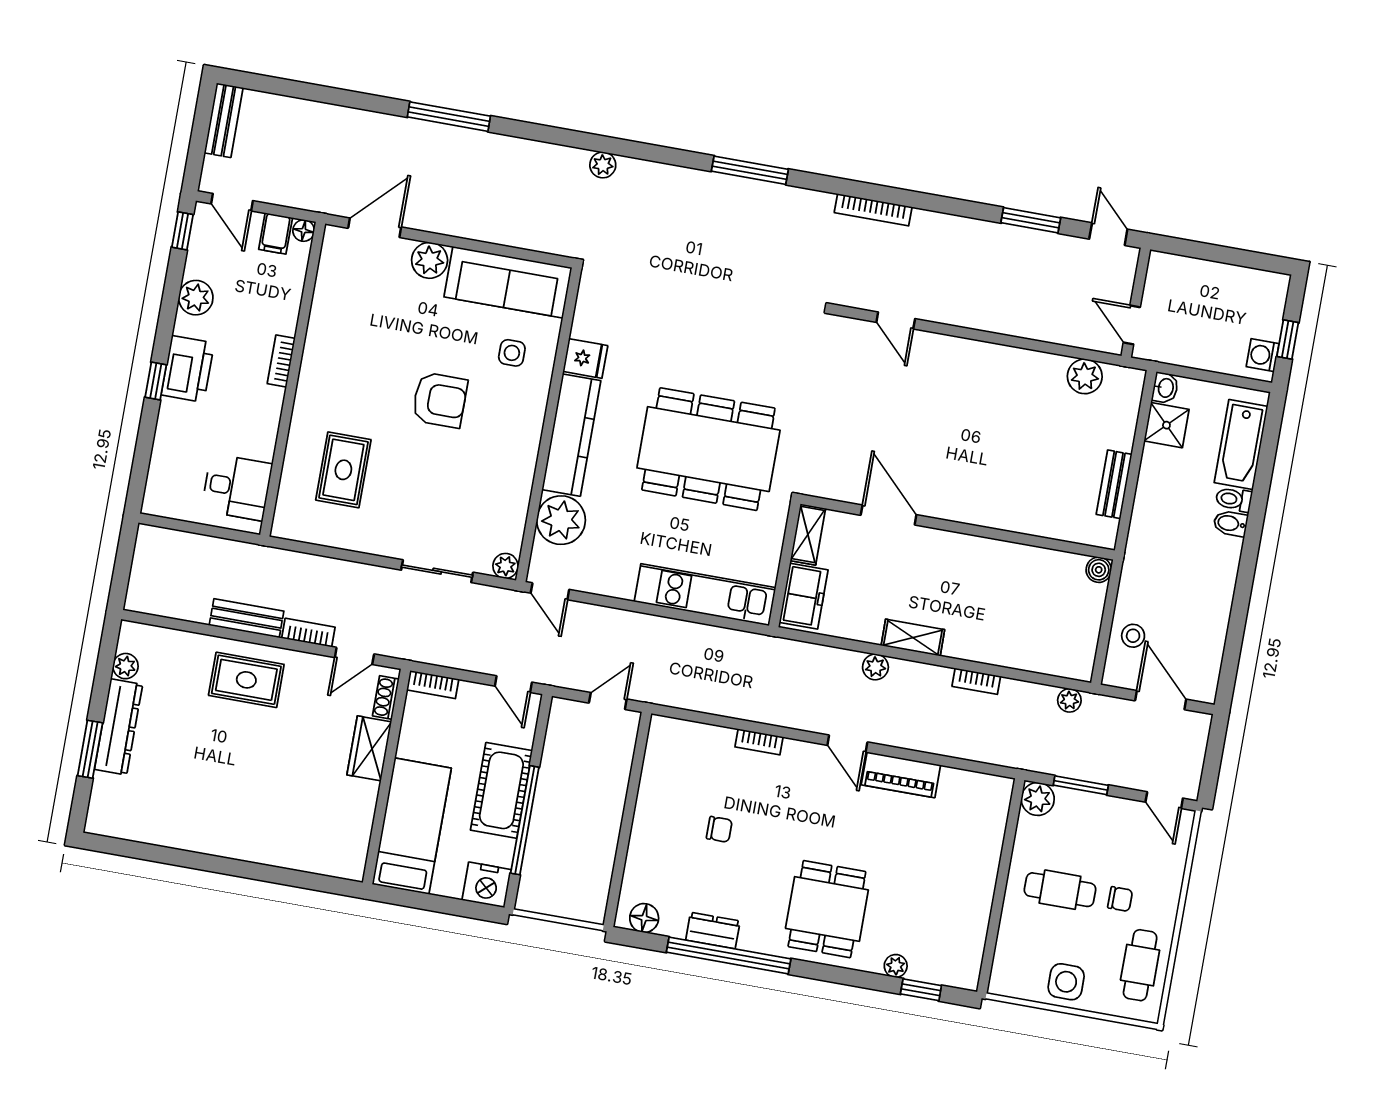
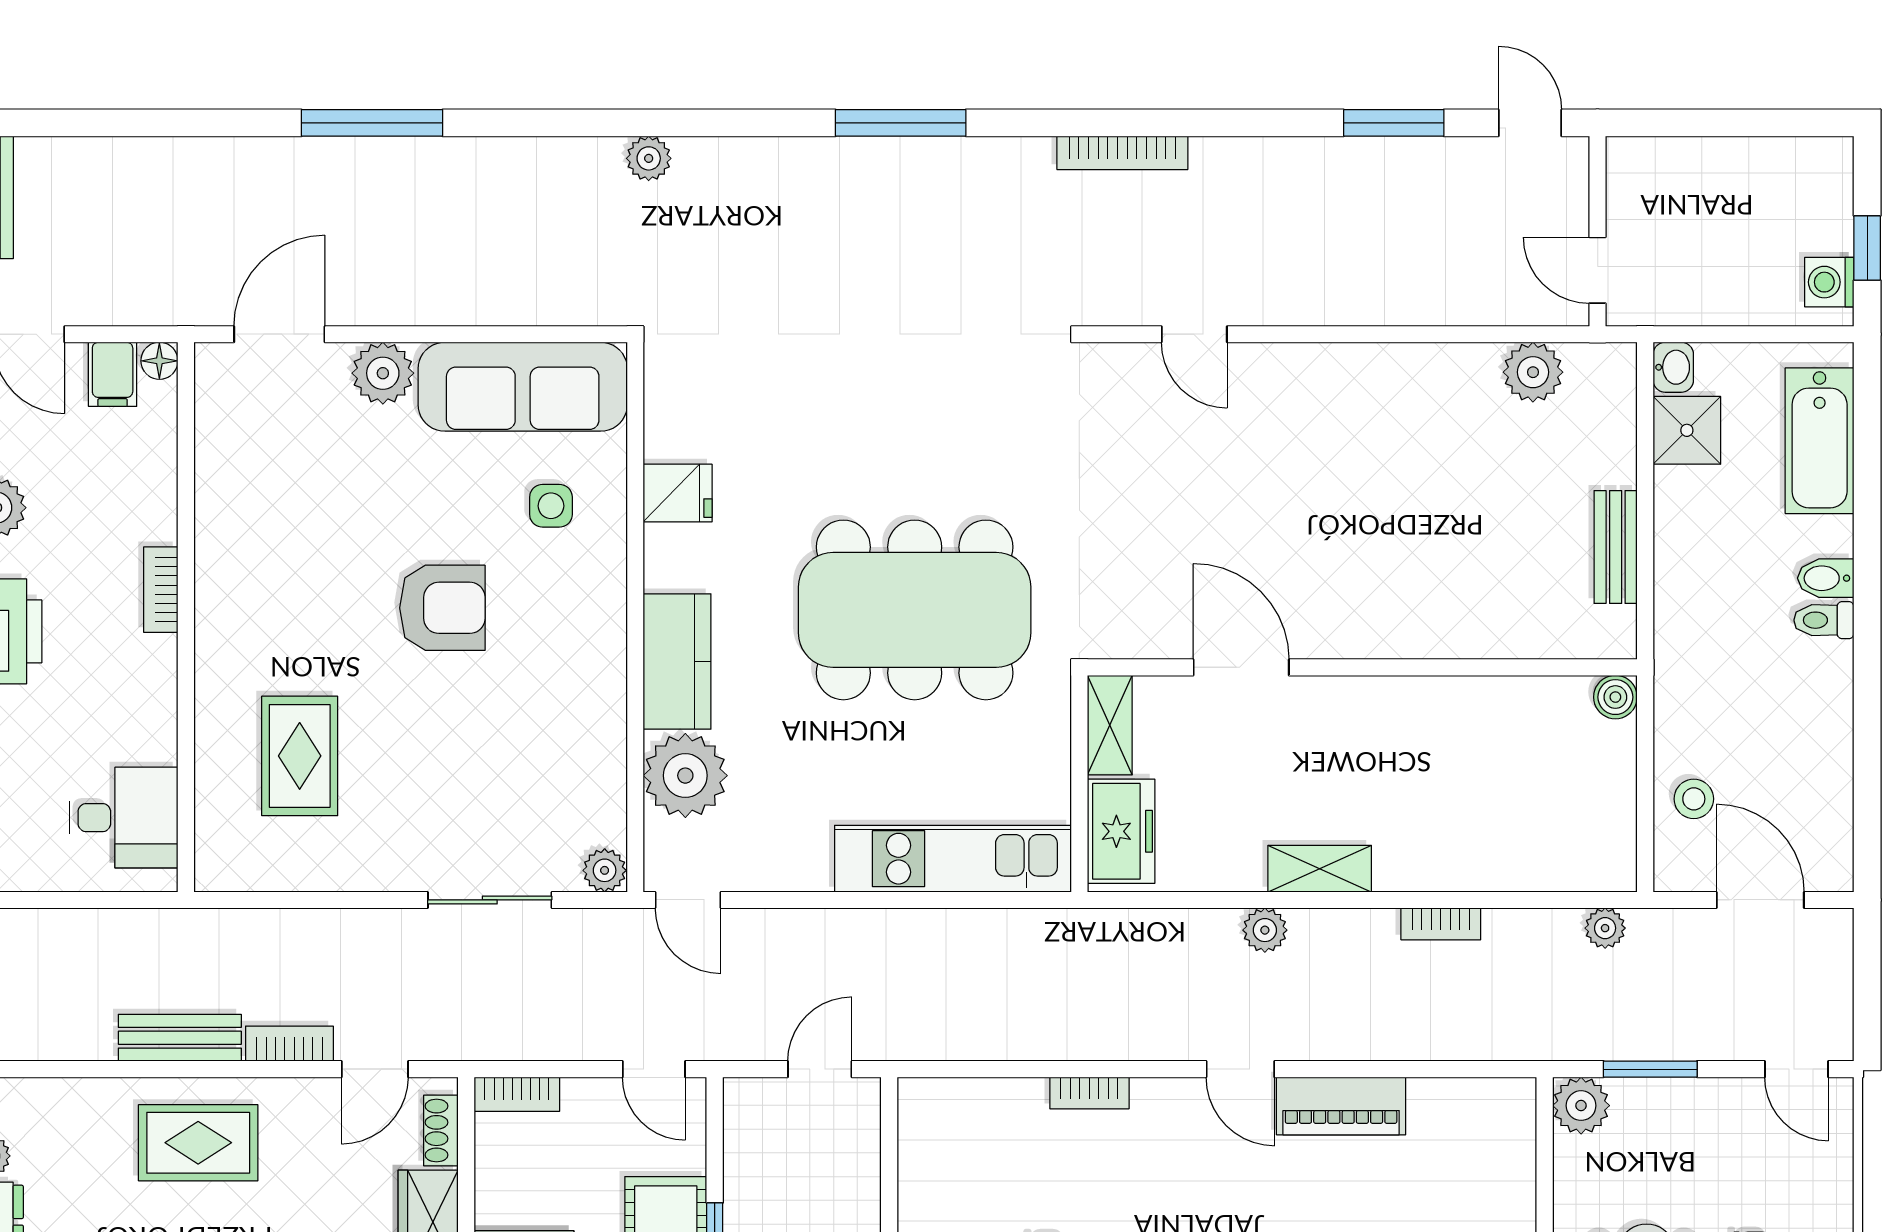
kitchen counter: (571, 435) -> (677, 662), width x0.67
toilet: (1234, 499) -> (1824, 620), moved

